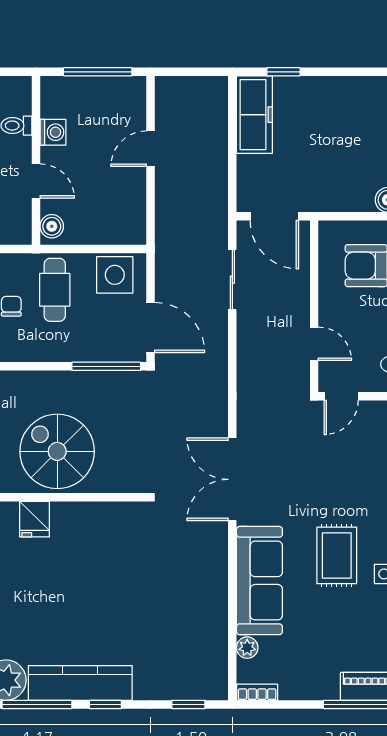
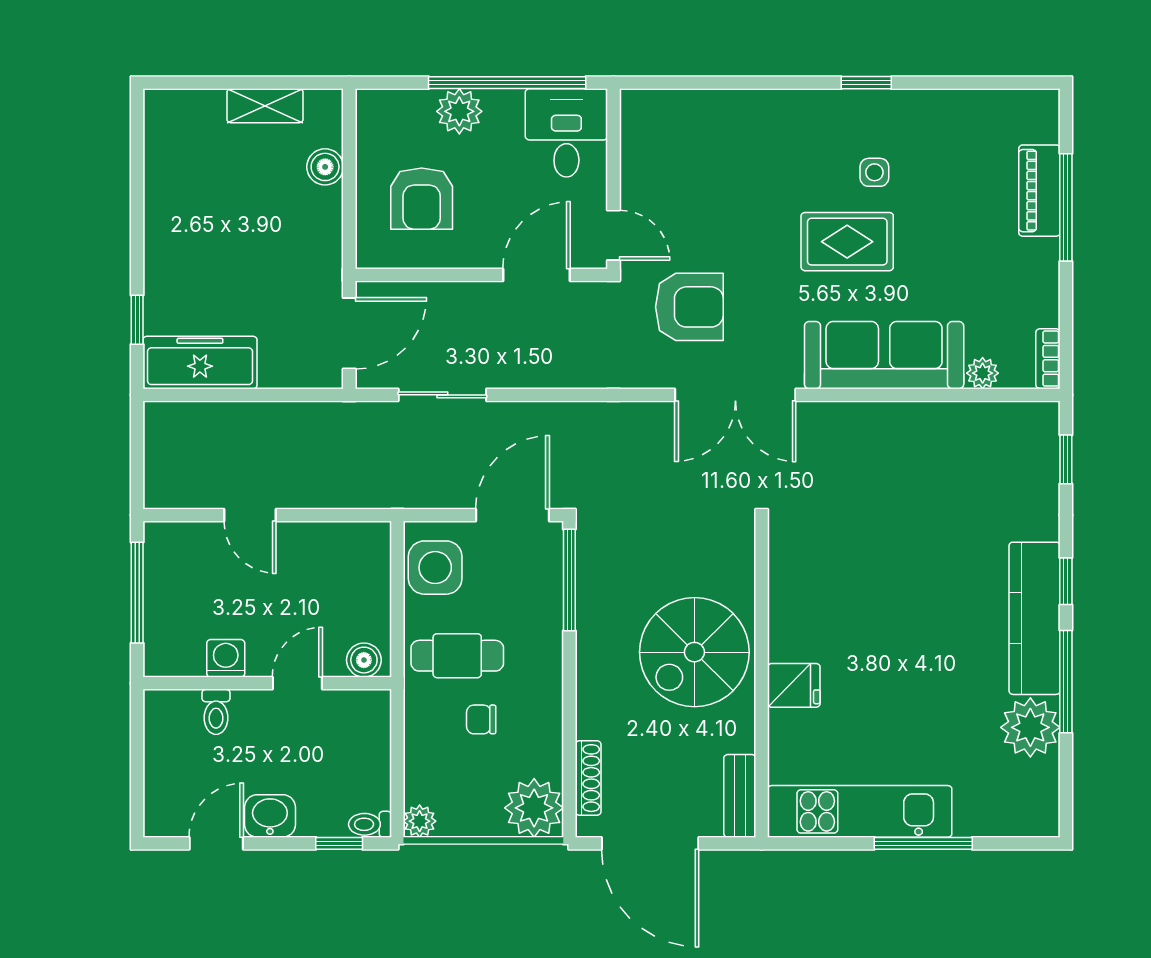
door: (314, 344) -> (536, 275), width x1.38
armchair: (292, 448) -> (689, 307), added

